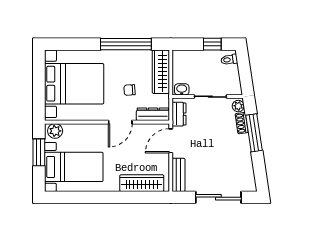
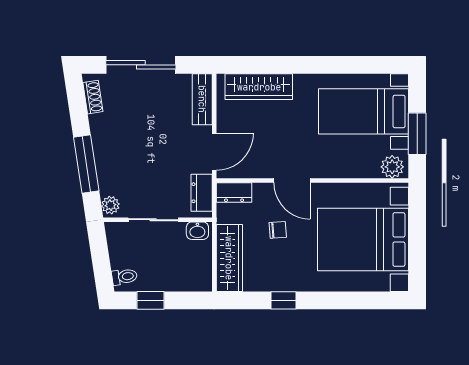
window: (126, 44) -> (283, 300), width x0.32
dresser: (153, 114) -> (234, 193), width x0.70
door: (120, 122) -> (292, 180), swing flipped
shoe rack: (242, 123) -> (93, 97), moved

